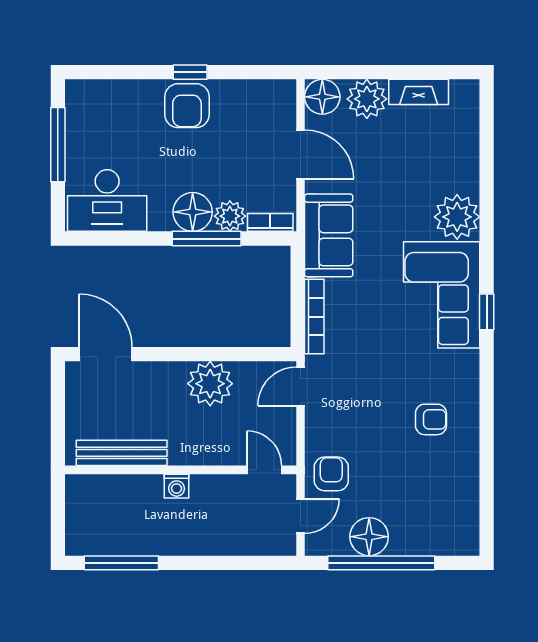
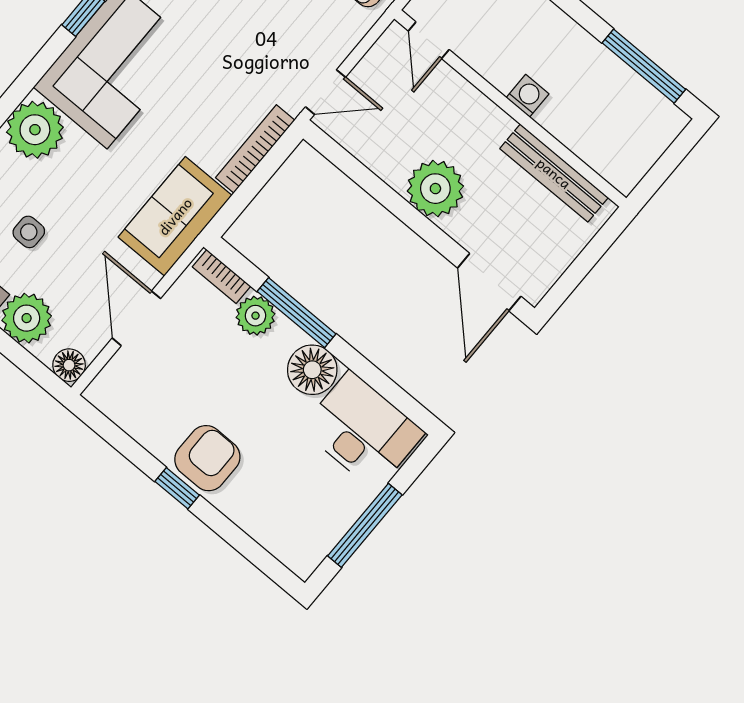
floor lamp: (322, 97) -> (69, 365), width x0.73, depth x0.73
side table: (409, 152) -> (29, 232), added
floor lamp: (193, 212) -> (312, 370), moved
plant: (210, 384) -> (435, 189), moved

